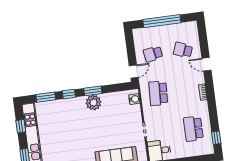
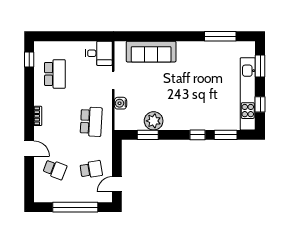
door: (134, 72) -> (117, 184), moved
window: (93, 91) -> (148, 135), moved
water cooler: (134, 99) -> (120, 103), moved
plant: (94, 103) -> (154, 121), moved

